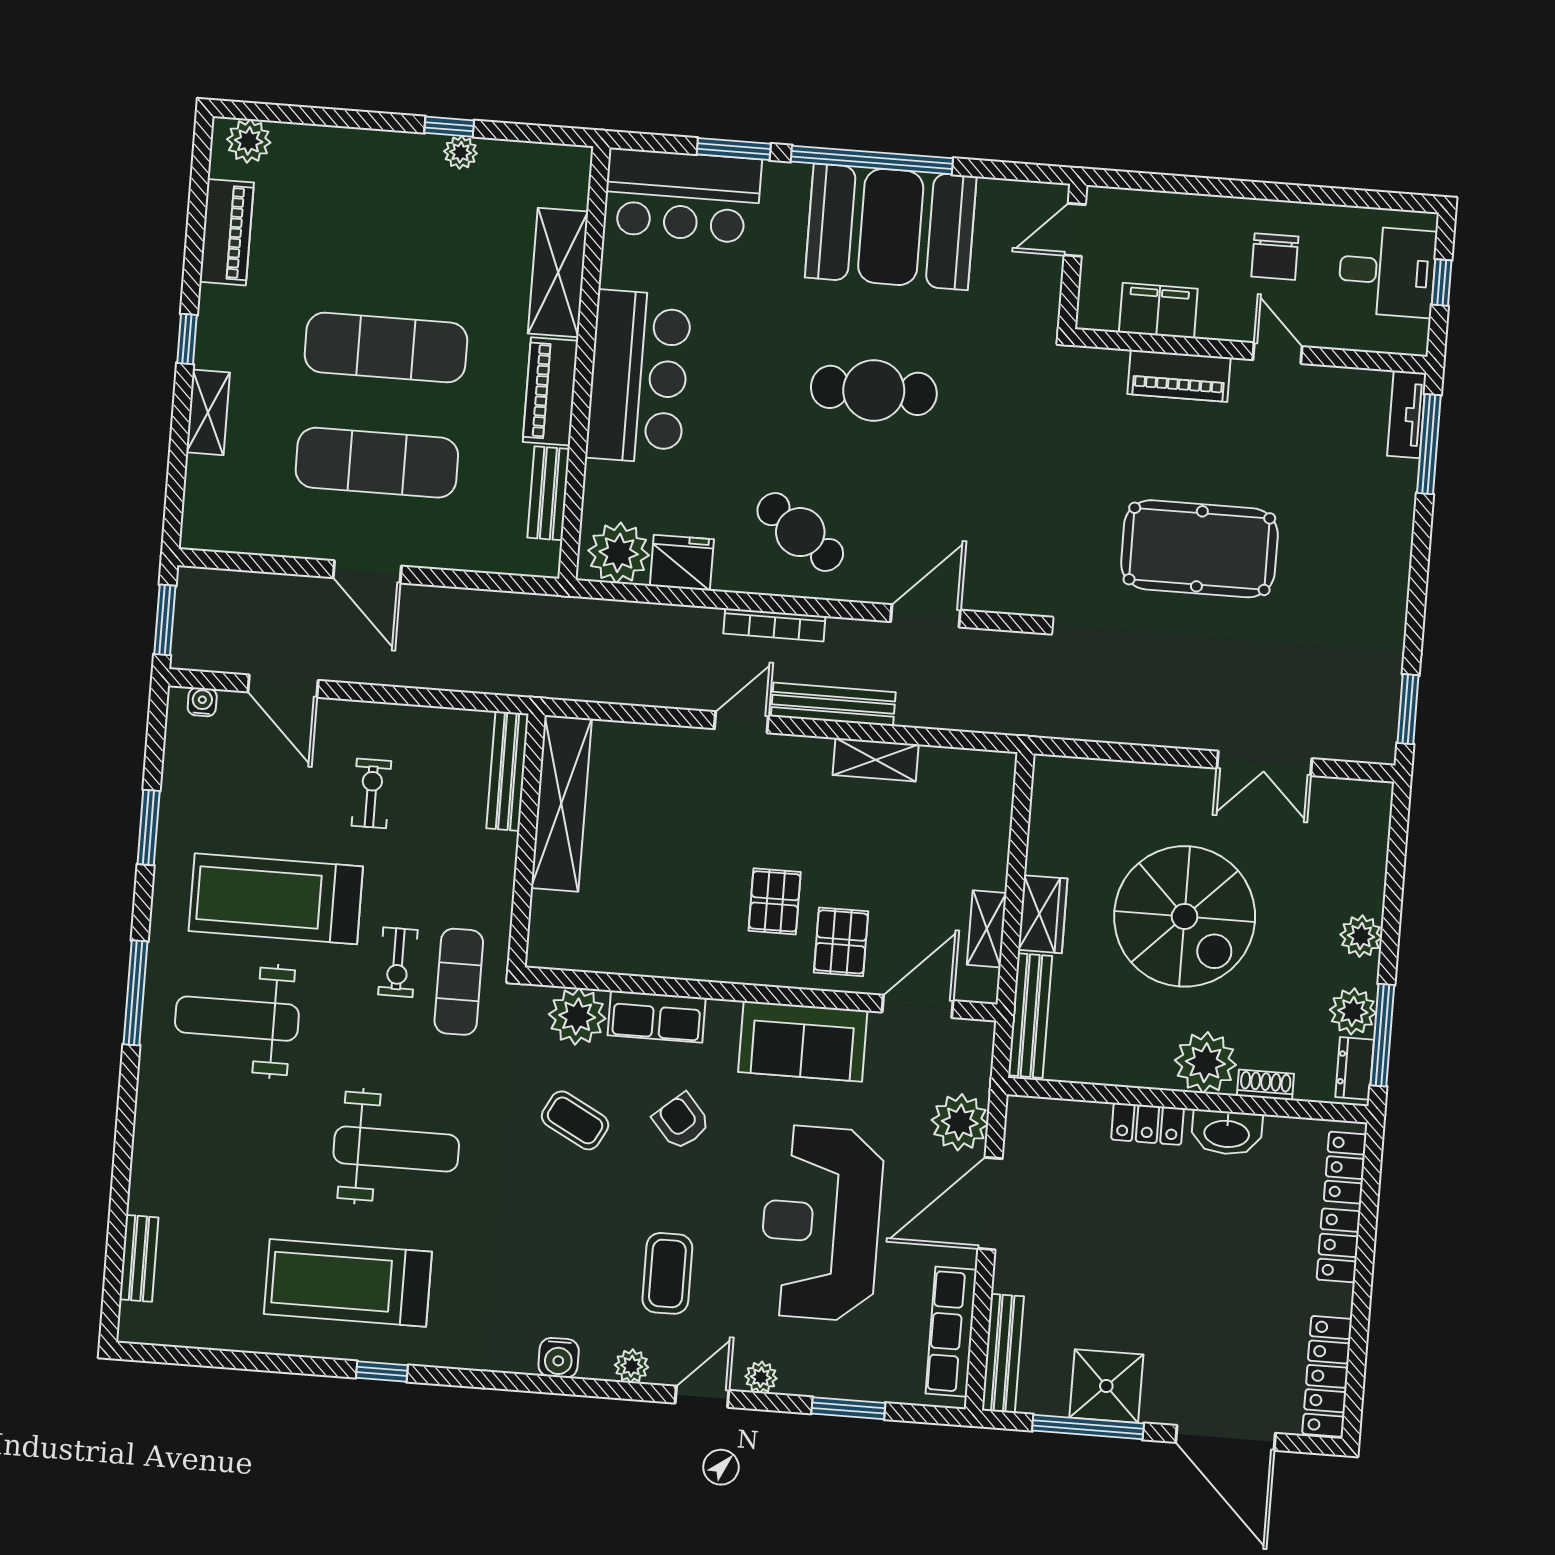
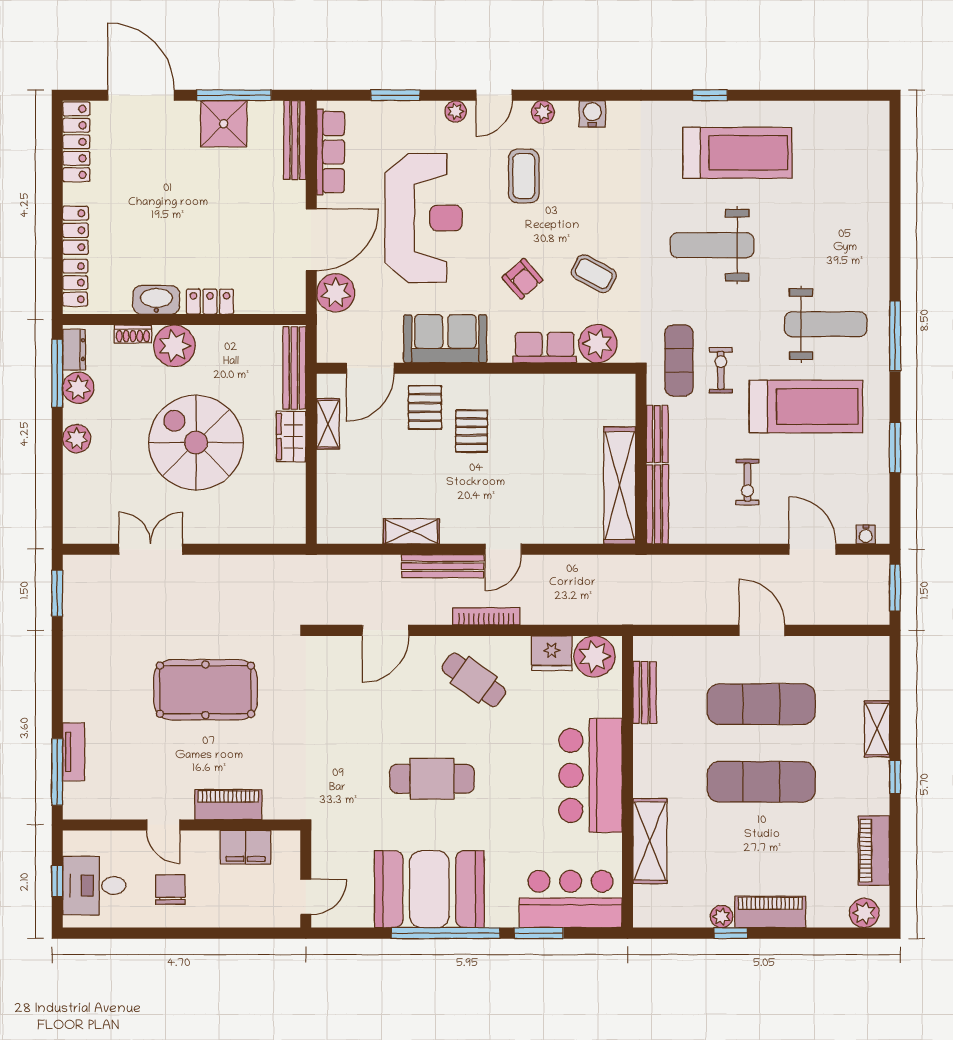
piano: (550, 391) -> (770, 912), moved, turned -90
tv unit: (1407, 414) -> (74, 752), moved
bench: (139, 1258) -> (657, 434), moved

